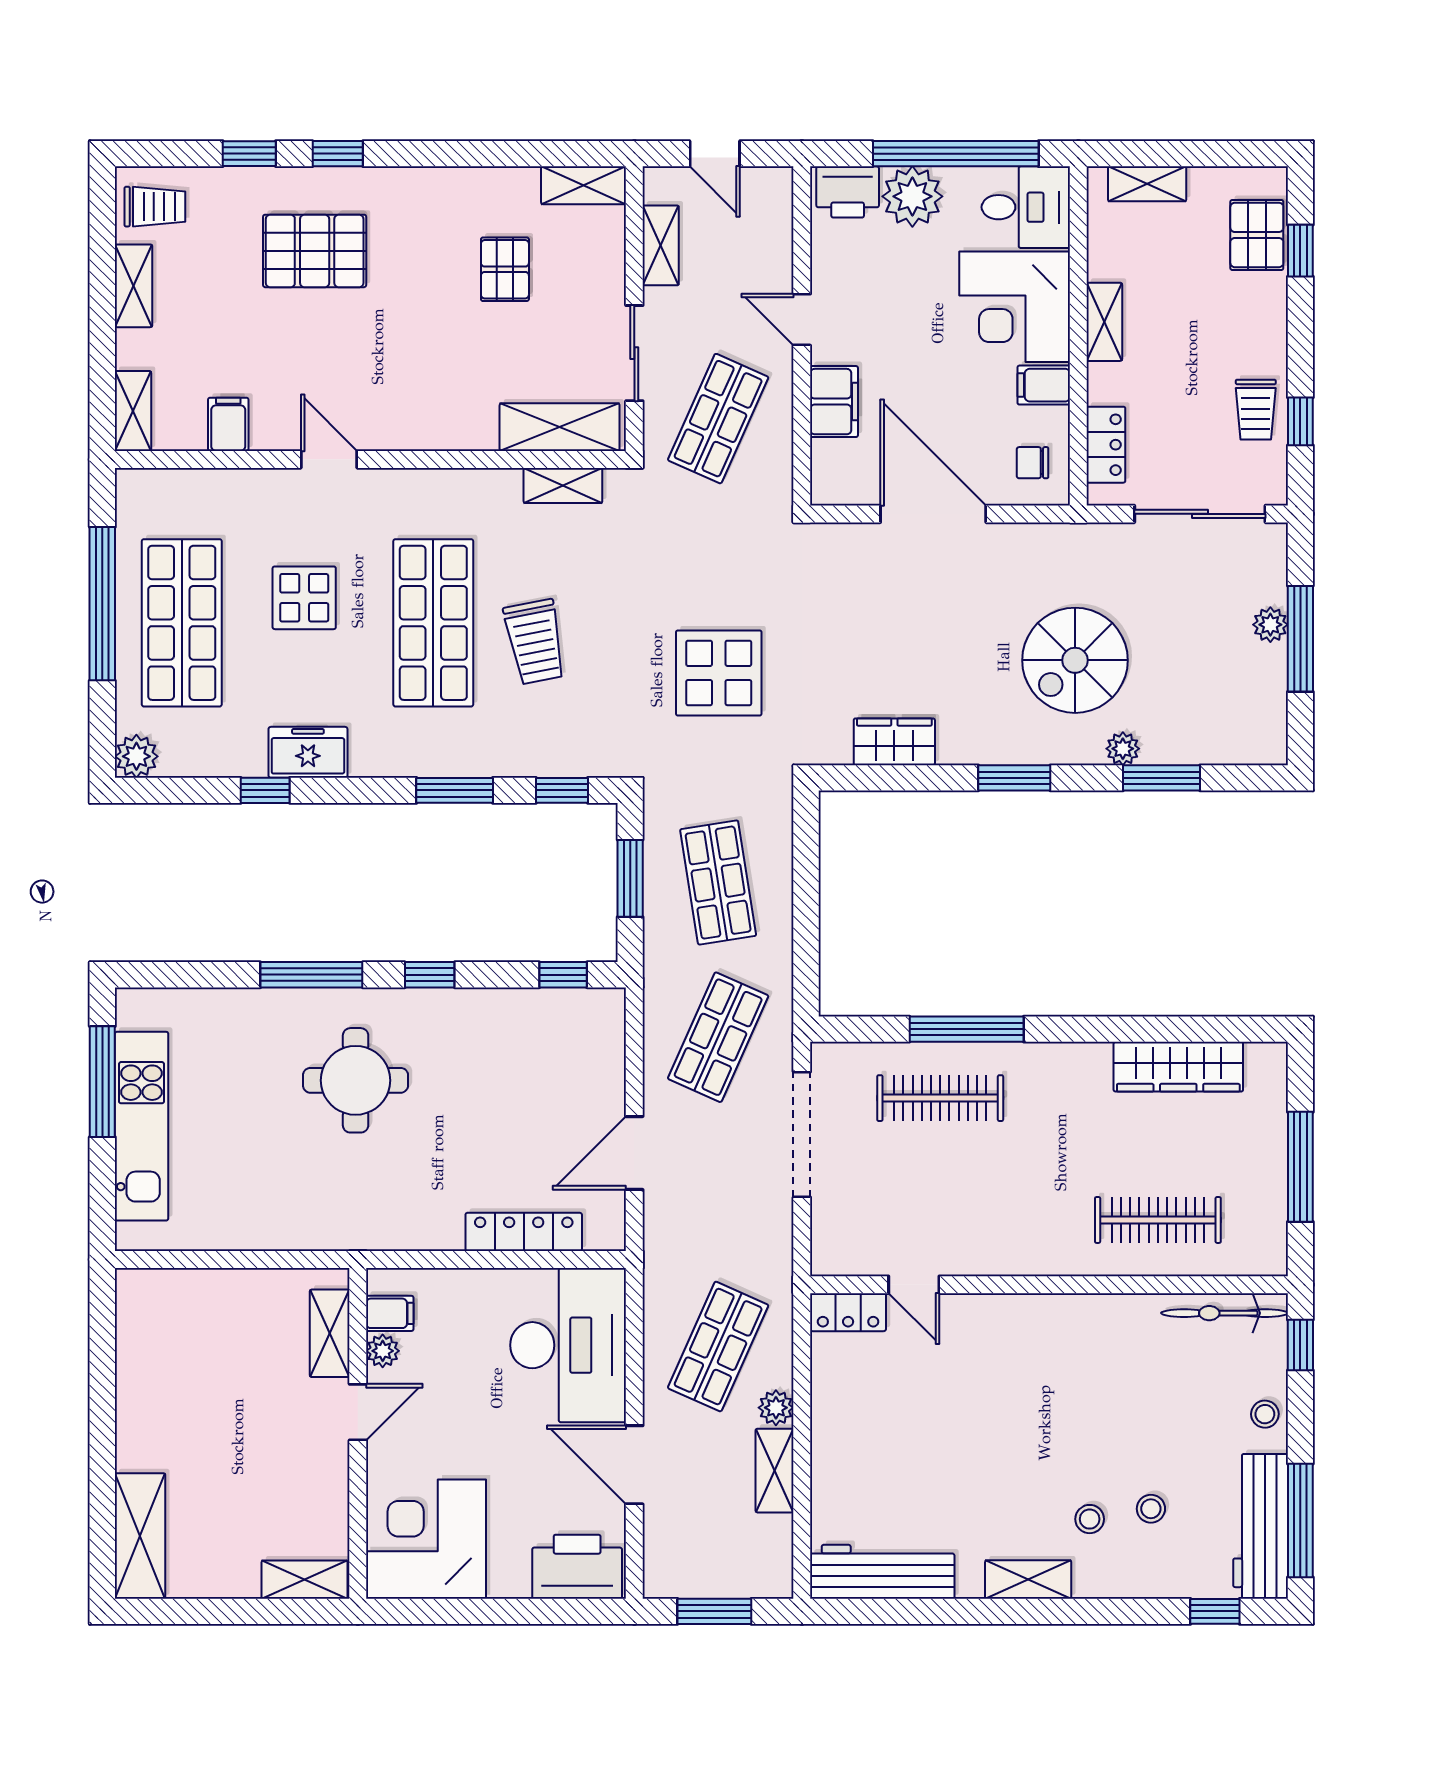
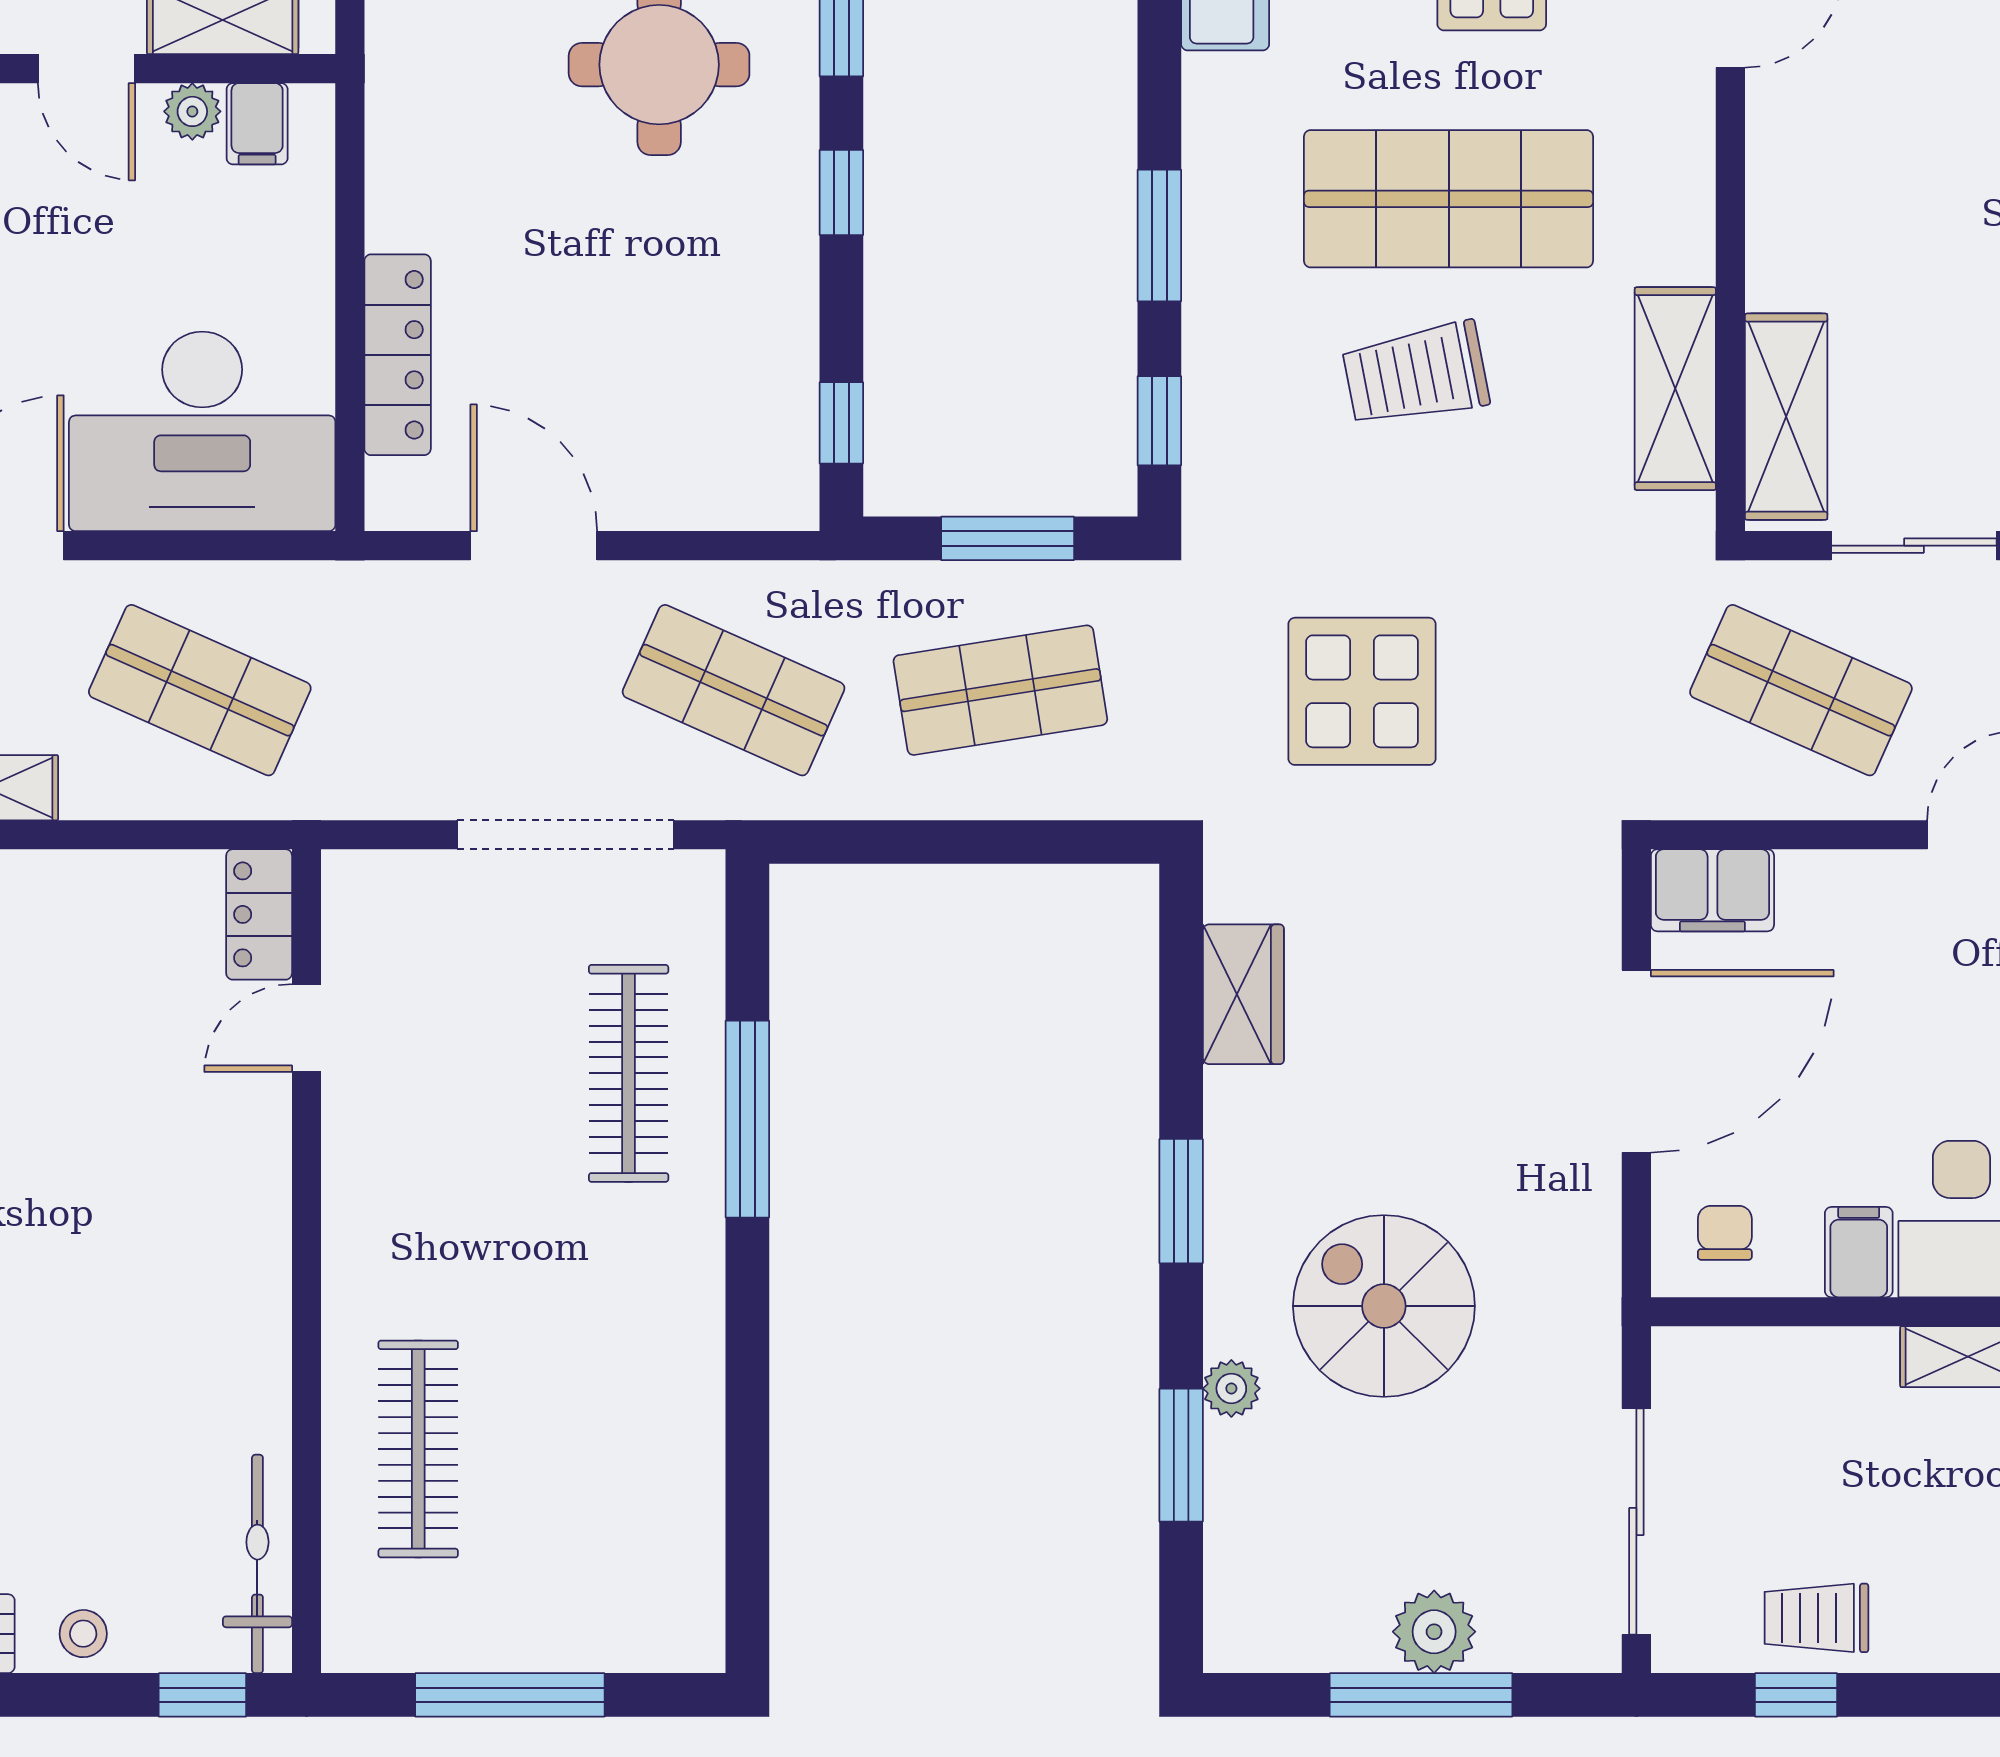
filing cabinet: (834, 402) -> (1712, 890), moved
locker: (1106, 445) -> (1756, 1359), removed
shelving: (563, 486) -> (1675, 389), width x1.50, depth x1.33
plant: (1270, 625) -> (1434, 1632), width x1.38, depth x1.38
wardrobe: (1178, 1067) -> (683, 1484), removed
plant: (776, 1408) -> (94, 790), removed

